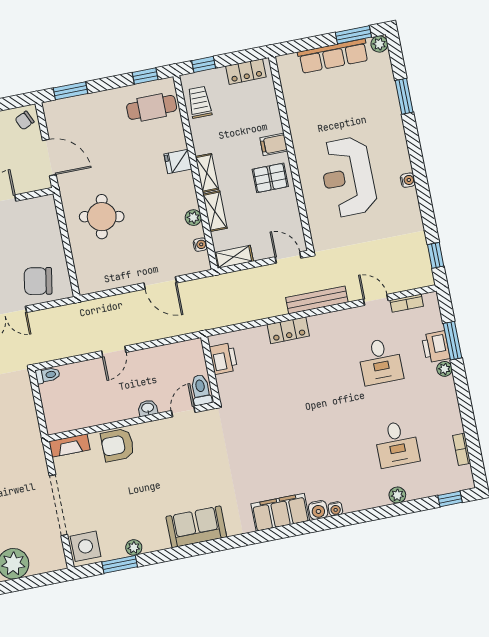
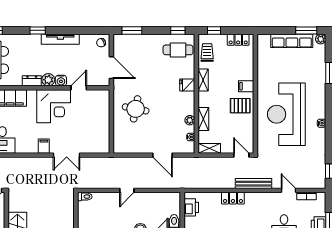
shelving: (207, 173) -> (203, 80), moved
reception desk: (348, 177) -> (286, 114), width x1.36, depth x1.30
chair: (38, 281) -> (90, 140), removed

